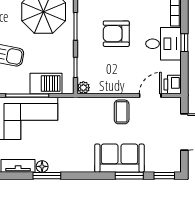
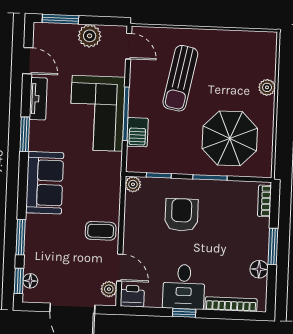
armchair: (116, 34) -> (181, 215), moved
barbecue: (46, 83) -> (137, 132), width x0.73, depth x0.79
plant: (168, 103) -> (109, 289), added
sofa: (119, 158) -> (45, 183), moved
floor lamp: (42, 166) -> (30, 281), moved

